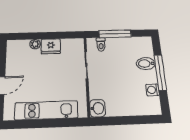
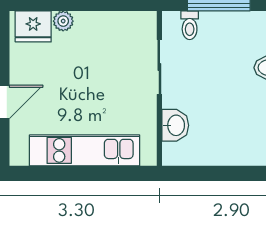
fridge: (51, 46) -> (33, 26), moved
washbasin: (97, 108) -> (175, 125), moved

